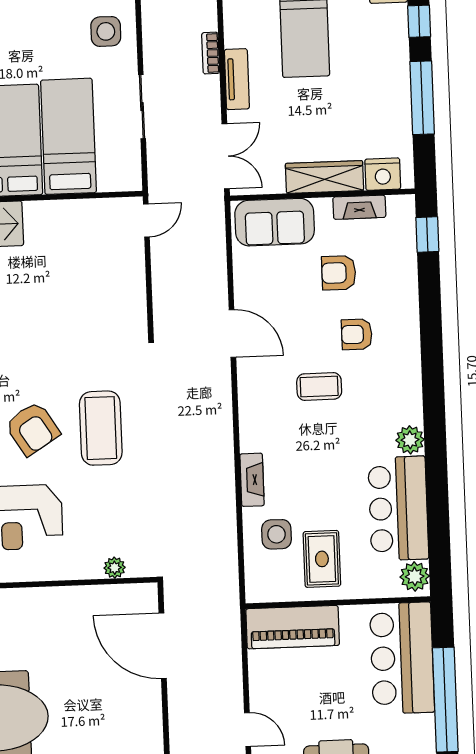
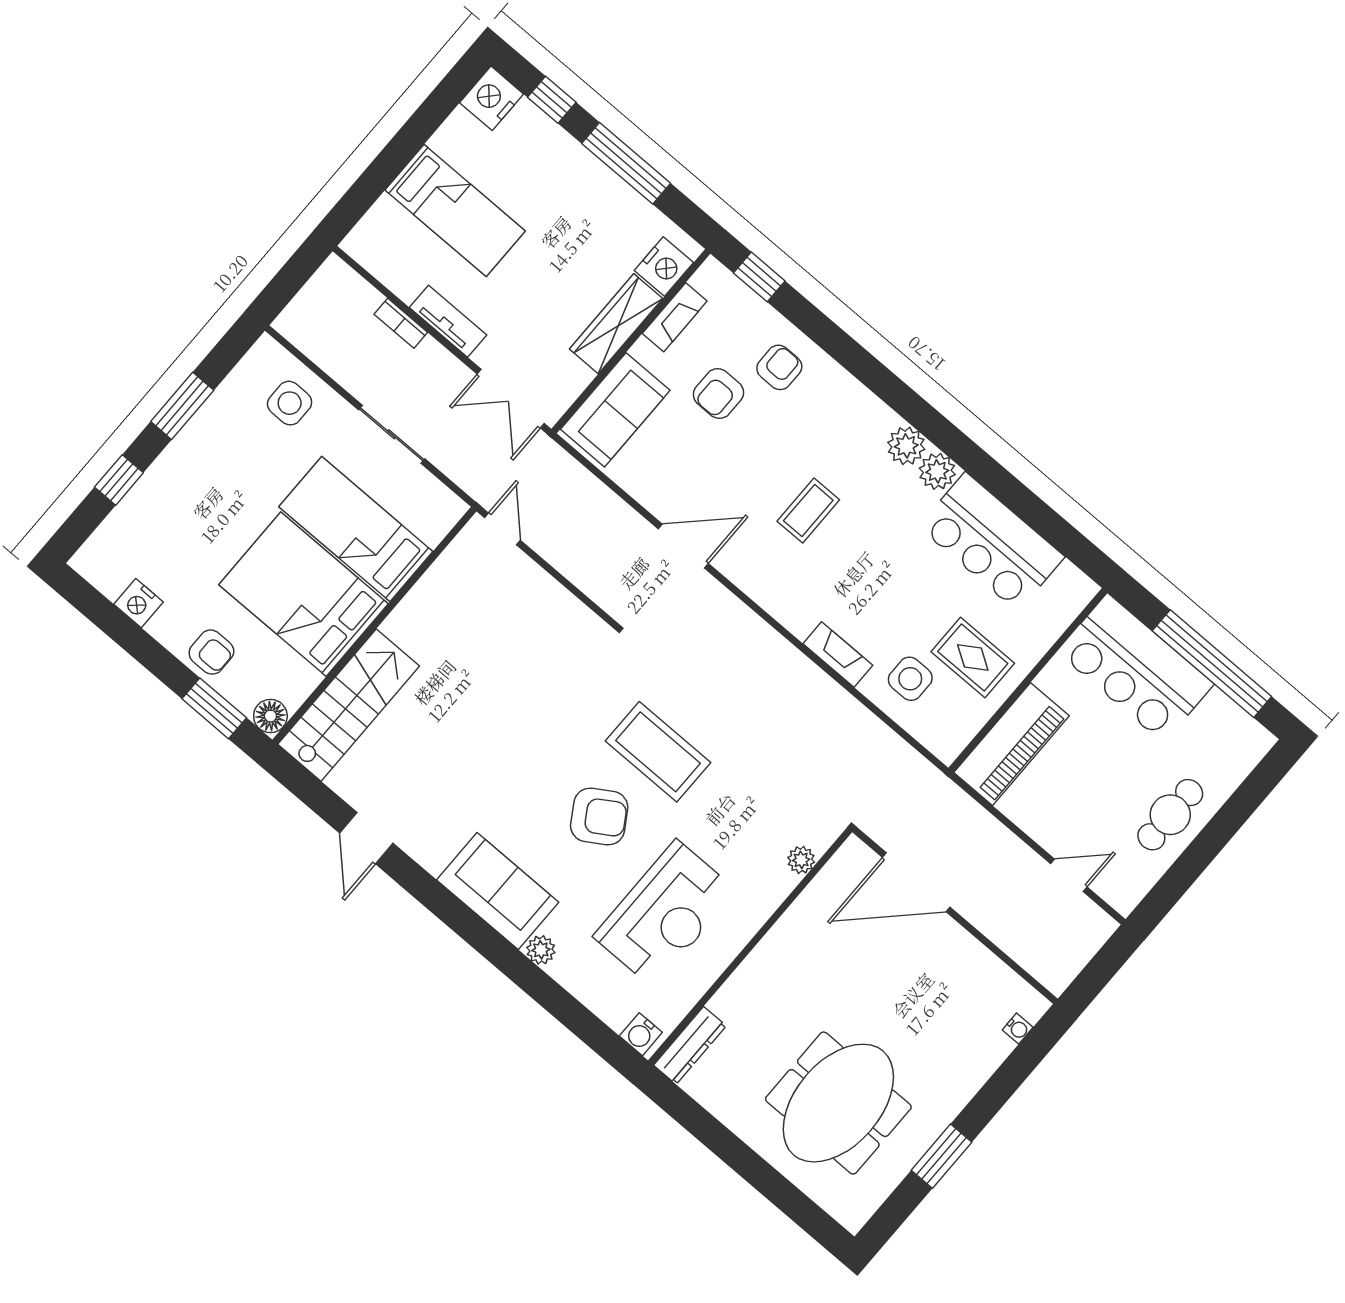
double door: (226, 156) -> (511, 399), swing flipped
armchair: (357, 334) -> (779, 367), moved, turned 180
plant: (415, 576) -> (906, 446), moved

